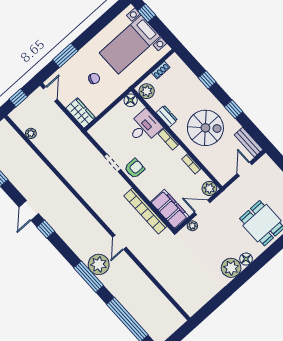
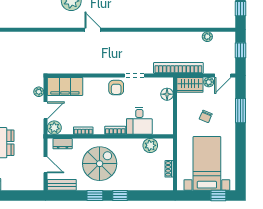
window: (207, 80) -> (120, 195), moved
plant: (147, 91) -> (150, 145), moved
door: (50, 94) -> (223, 75), hinge flipped
plant: (65, 100) -> (209, 82), added
floor lamp: (131, 100) -> (167, 94), moved
dresser: (167, 116) -> (63, 144), moved
spiral stairs: (205, 128) -> (100, 164), turned 180
bookcase: (145, 211) -> (178, 68), moved
door: (119, 242) -> (93, 30), moved

